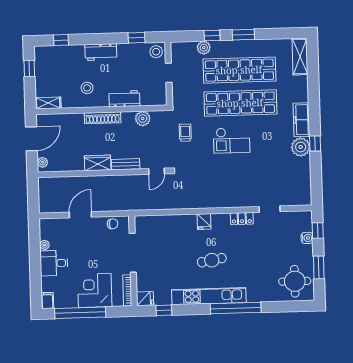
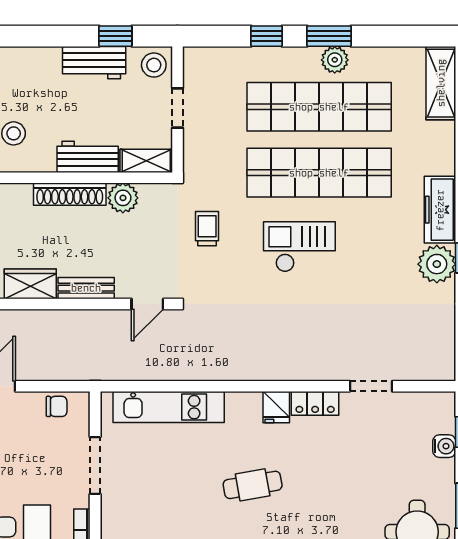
plant: (204, 48) -> (335, 60), moved
workbench: (101, 52) -> (94, 63), moved
shelving: (154, 100) -> (146, 161), added
shoe rack: (103, 118) -> (70, 194), moved
checkout: (232, 140) -> (299, 247), turned 180
fridge: (204, 222) -> (276, 407), moved
kitchen unit: (169, 223) -> (169, 407), added
doorway: (133, 253) -> (95, 466), width x0.73

